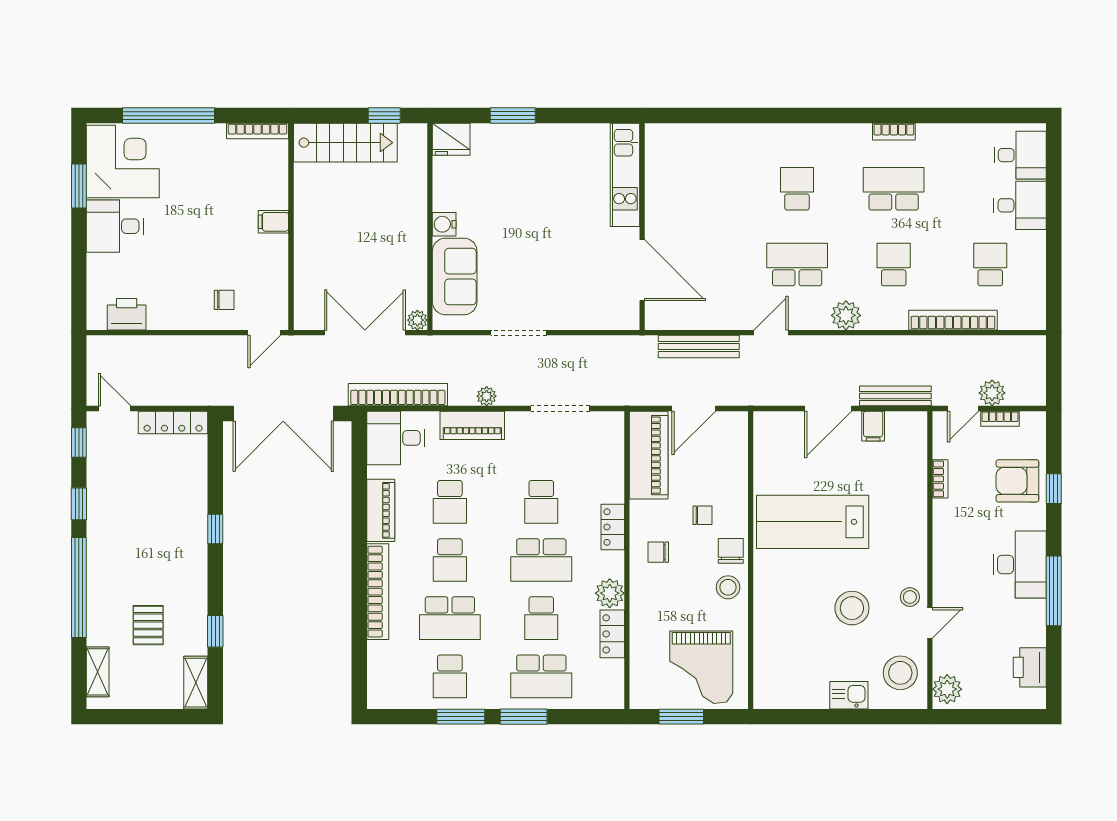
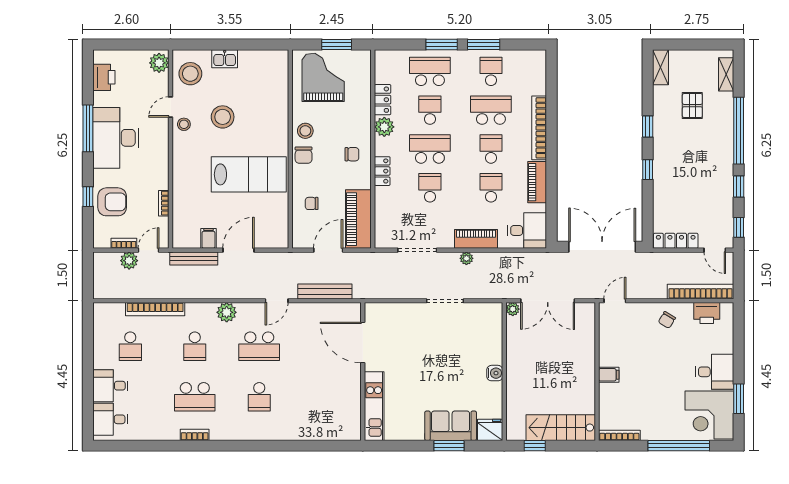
sofa: (455, 276) -> (451, 426), moved, turned 90
chair: (224, 300) -> (667, 320), moved, turned -59
bookcase: (398, 395) -> (700, 292), moved, turned 180
chair: (703, 515) -> (312, 203), moved
desk: (1020, 564) -> (116, 138), width x1.36, depth x1.30
window: (215, 631) -> (648, 127), moved

